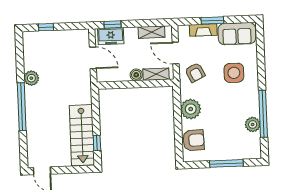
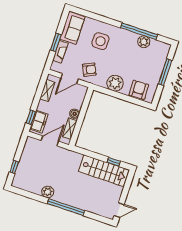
shelving: (156, 74) -> (70, 129), moved

